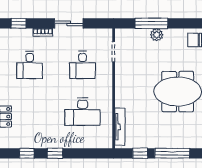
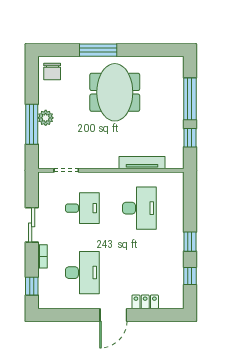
desk: (30, 65) -> (82, 273), width x1.37
tv unit: (120, 127) -> (142, 163), moved

